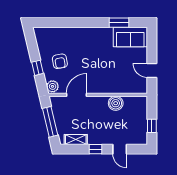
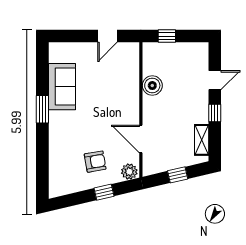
window: (119, 23) -> (42, 109), moved
sofa: (130, 37) -> (62, 87), moved
window: (50, 122) -> (178, 175), width x0.46
window: (152, 126) -> (167, 36), moved

